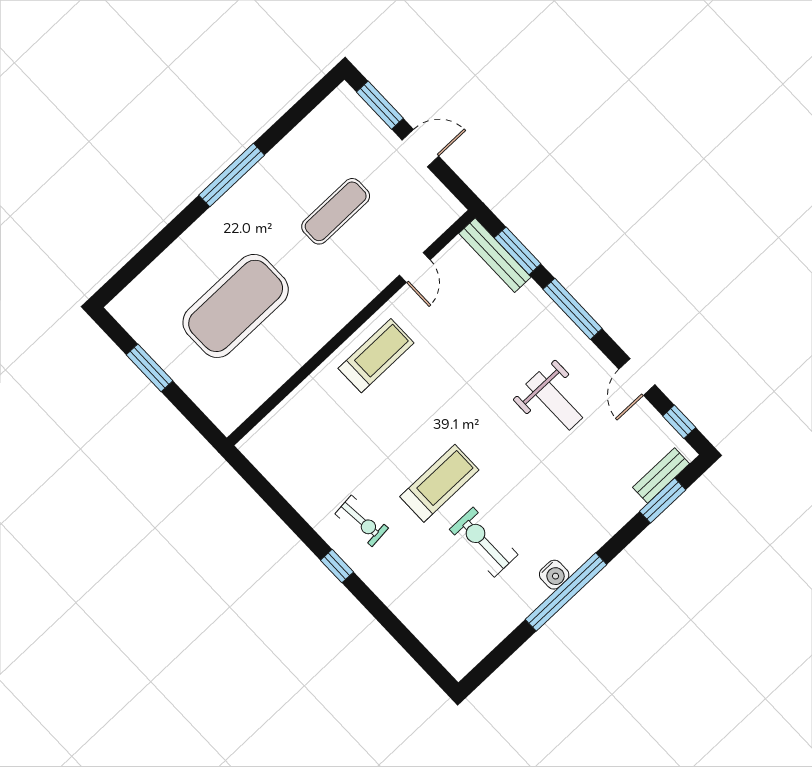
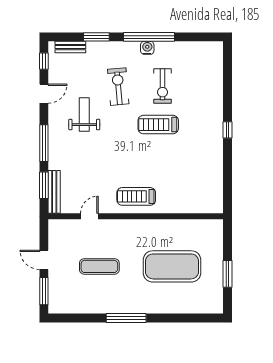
window: (663, 501) -> (96, 37), moved
exercise bike: (362, 521) -> (118, 87), moved, width x1.38, depth x1.39

